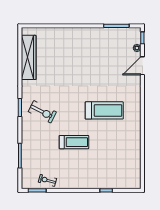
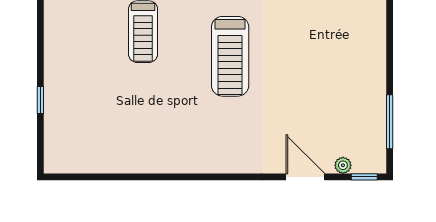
treadmill: (104, 110) -> (230, 56), moved

